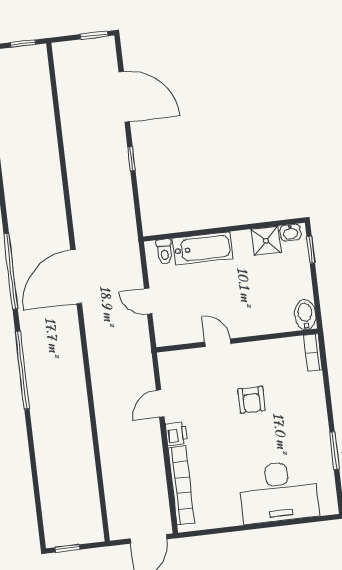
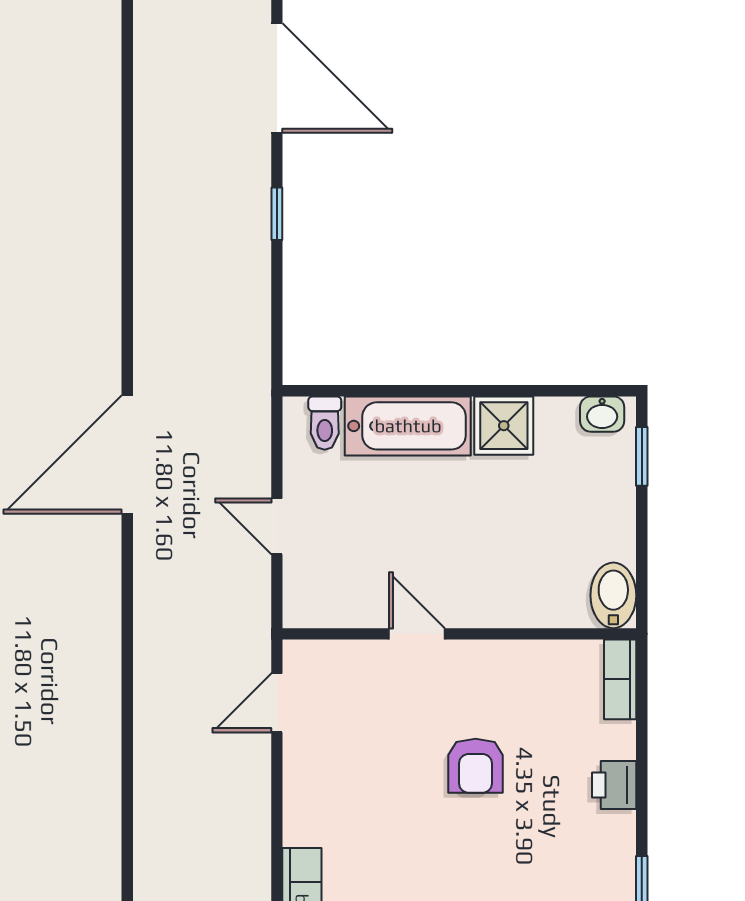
shower: (266, 241) -> (504, 426), moved
door: (160, 403) -> (277, 703), moved
printer: (176, 434) -> (614, 785), moved, turned 180

